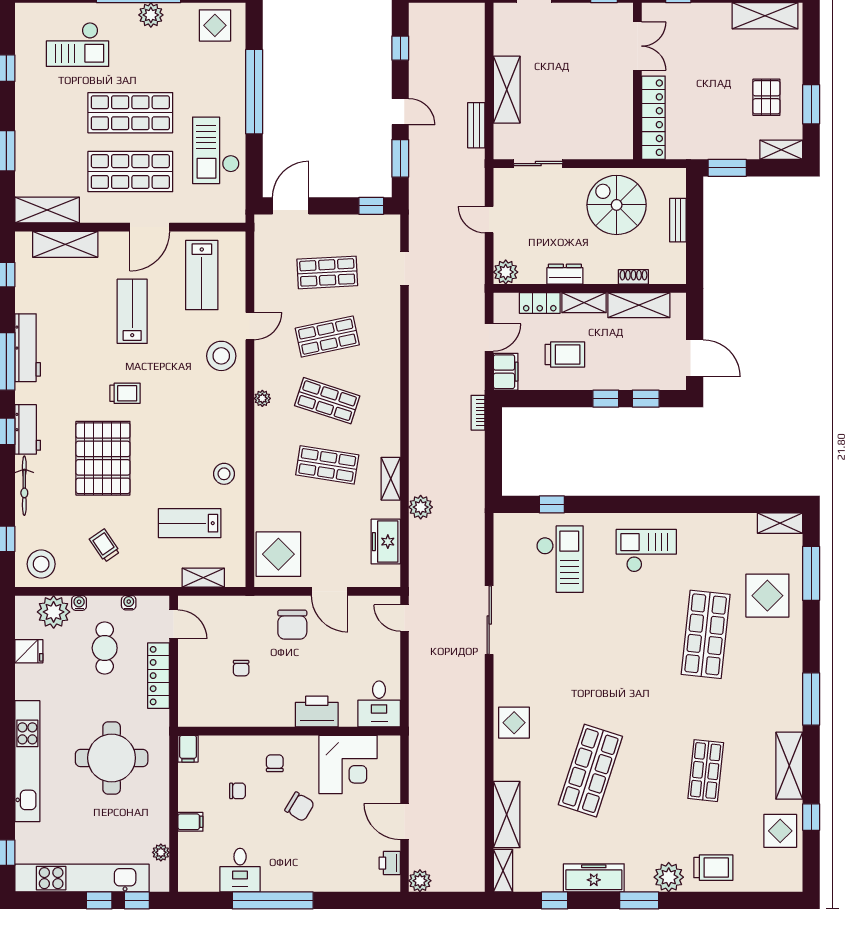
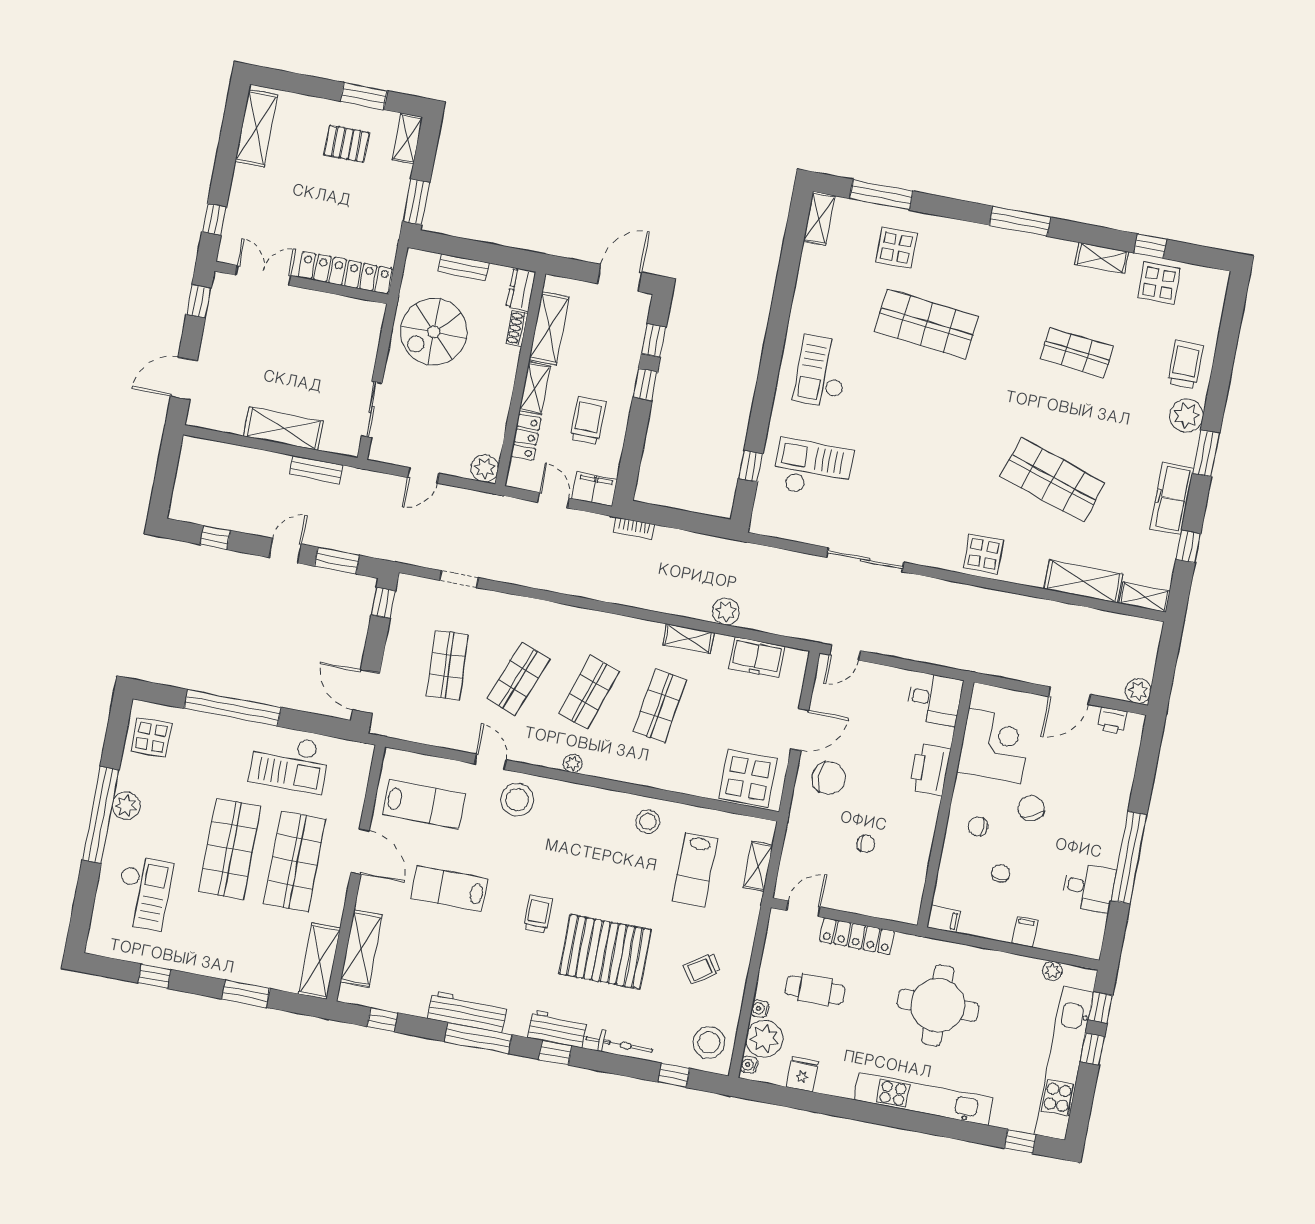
dresser: (565, 274) -> (521, 289), moved
shop shelf: (327, 337) -> (518, 679), turned 33
display table: (767, 596) -> (897, 248), width x0.73, depth x0.73
water cooler: (129, 603) -> (749, 1065), moved
shelving: (789, 766) -> (1102, 258), width x0.67, depth x0.75
chair: (300, 807) -> (1031, 808), turned -55

